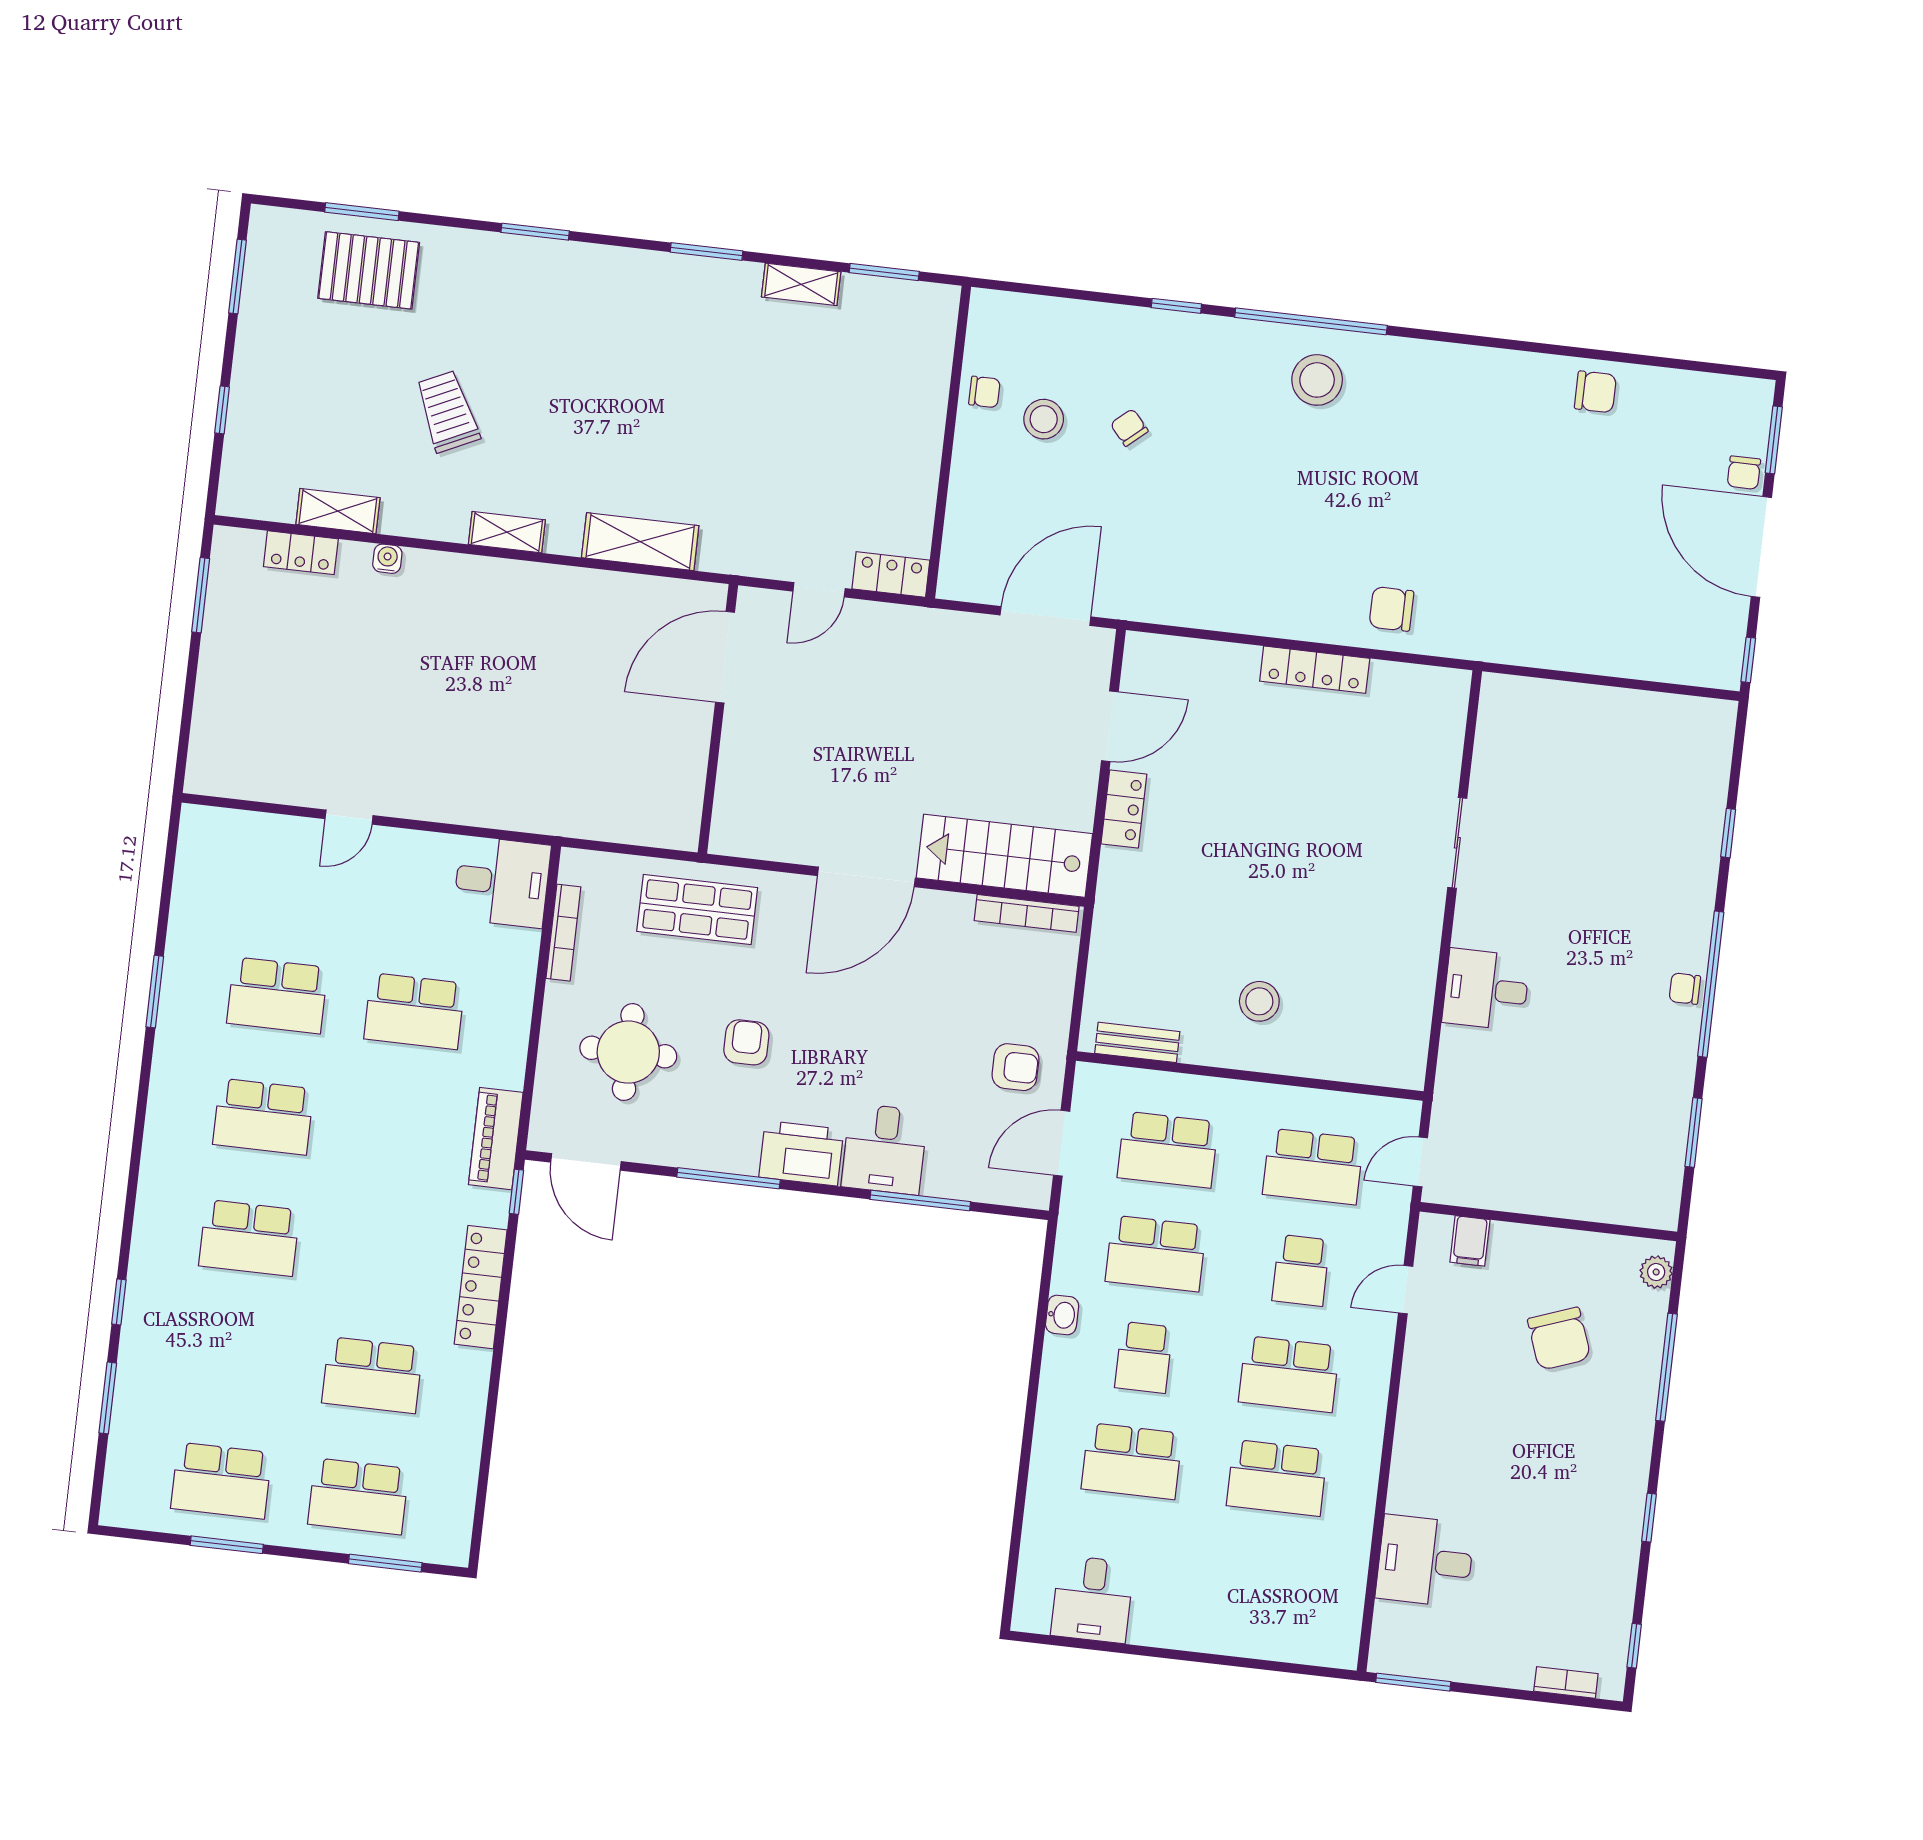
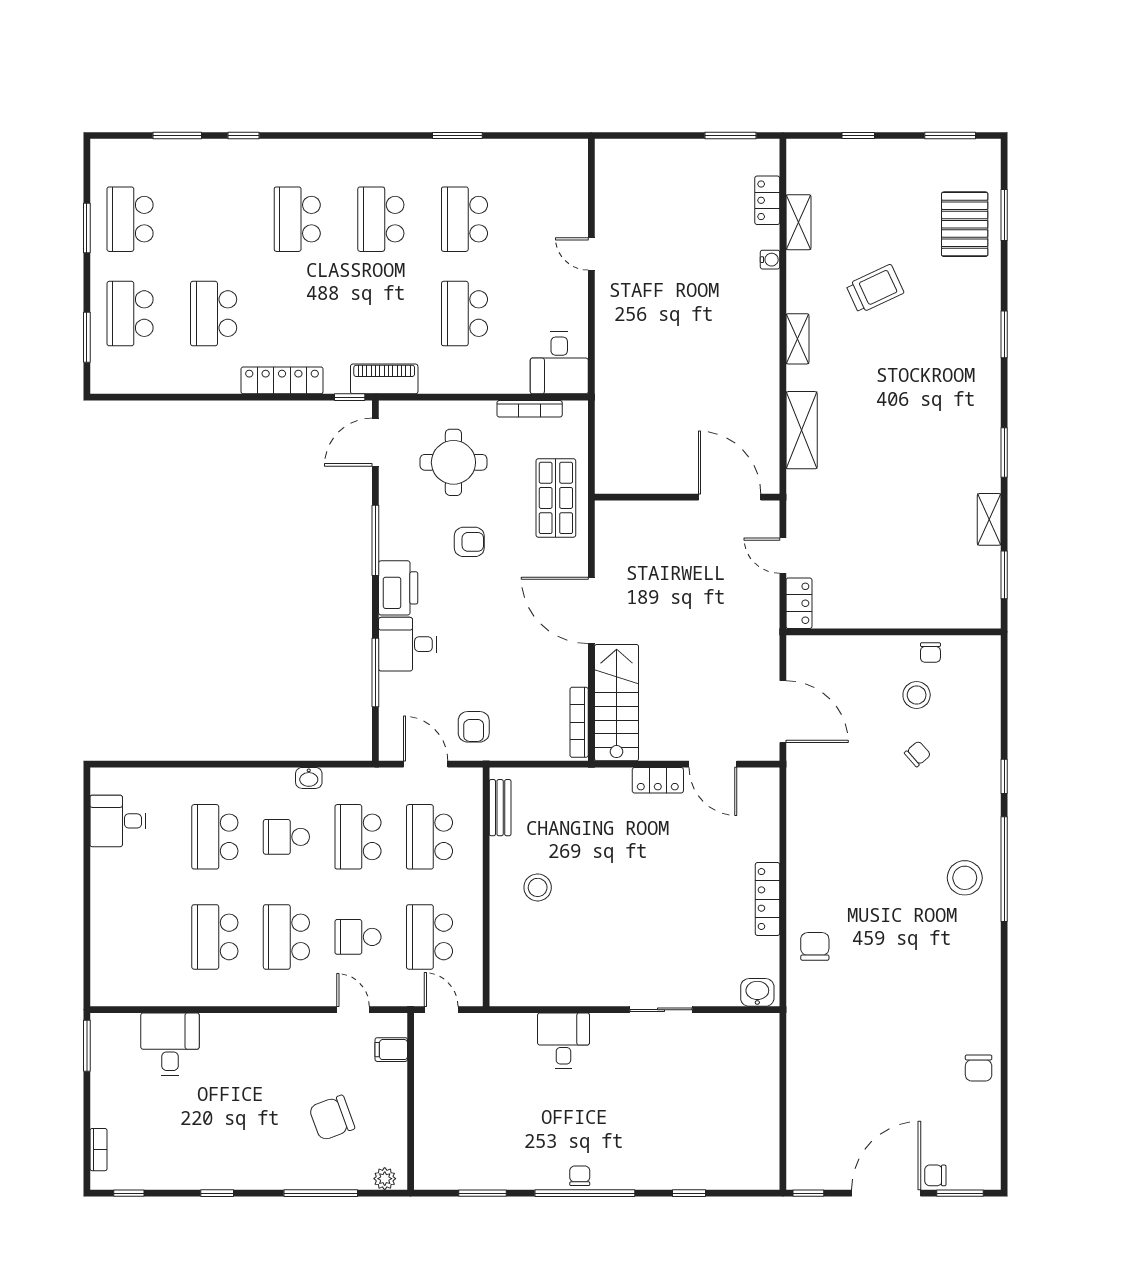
washbasin: (1448, 700) -> (757, 992), added

